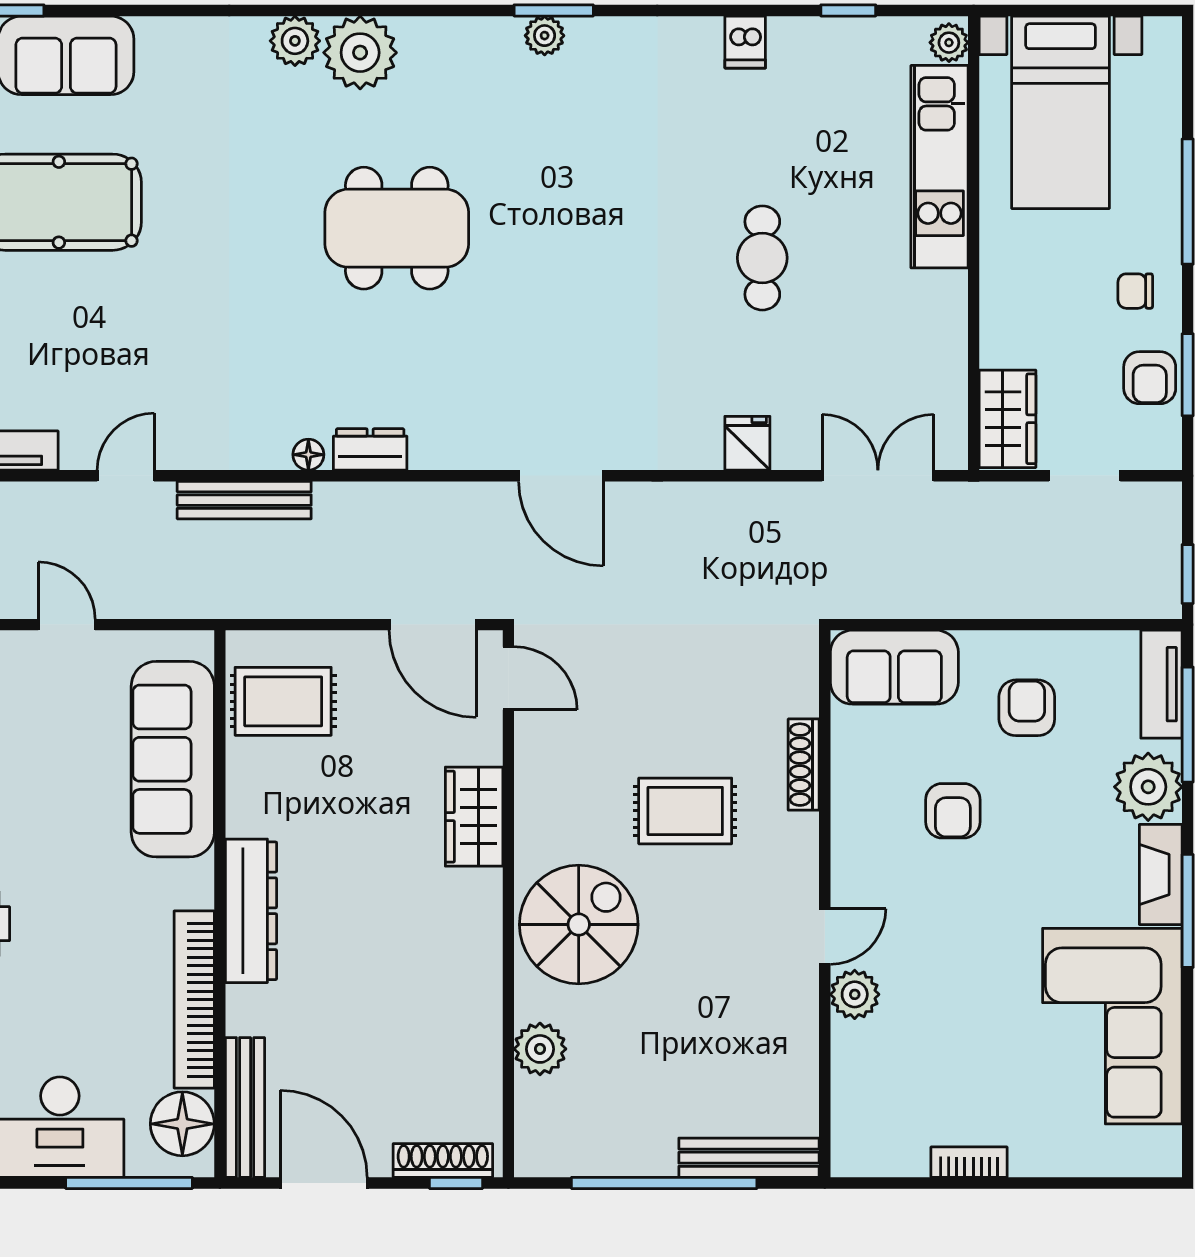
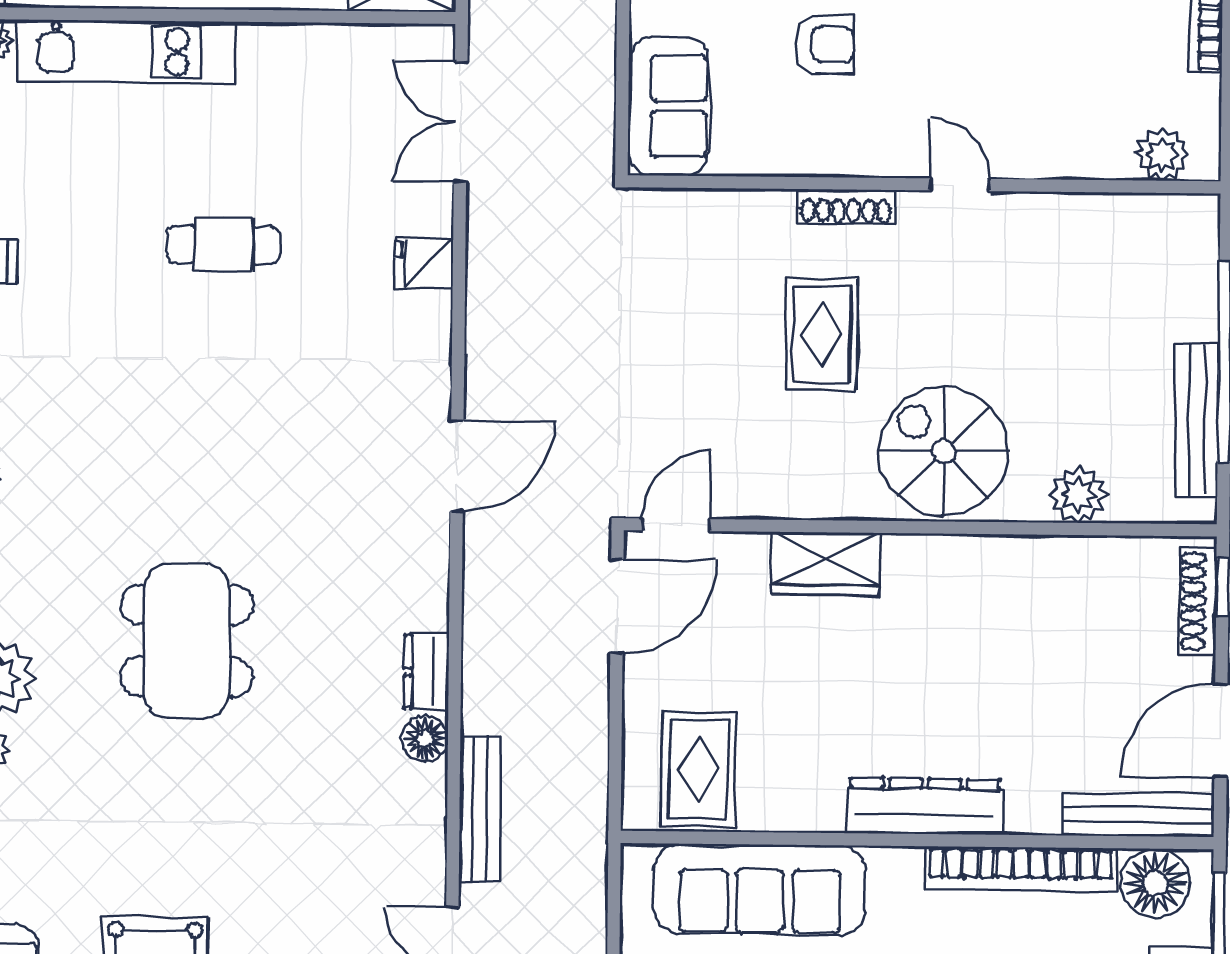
floor lamp: (308, 455) -> (425, 739), width x1.37, depth x1.37
shoe rack: (804, 765) -> (846, 206), moved
plant: (855, 994) -> (1162, 154), moved
bench: (749, 1158) -> (1197, 420), moved

